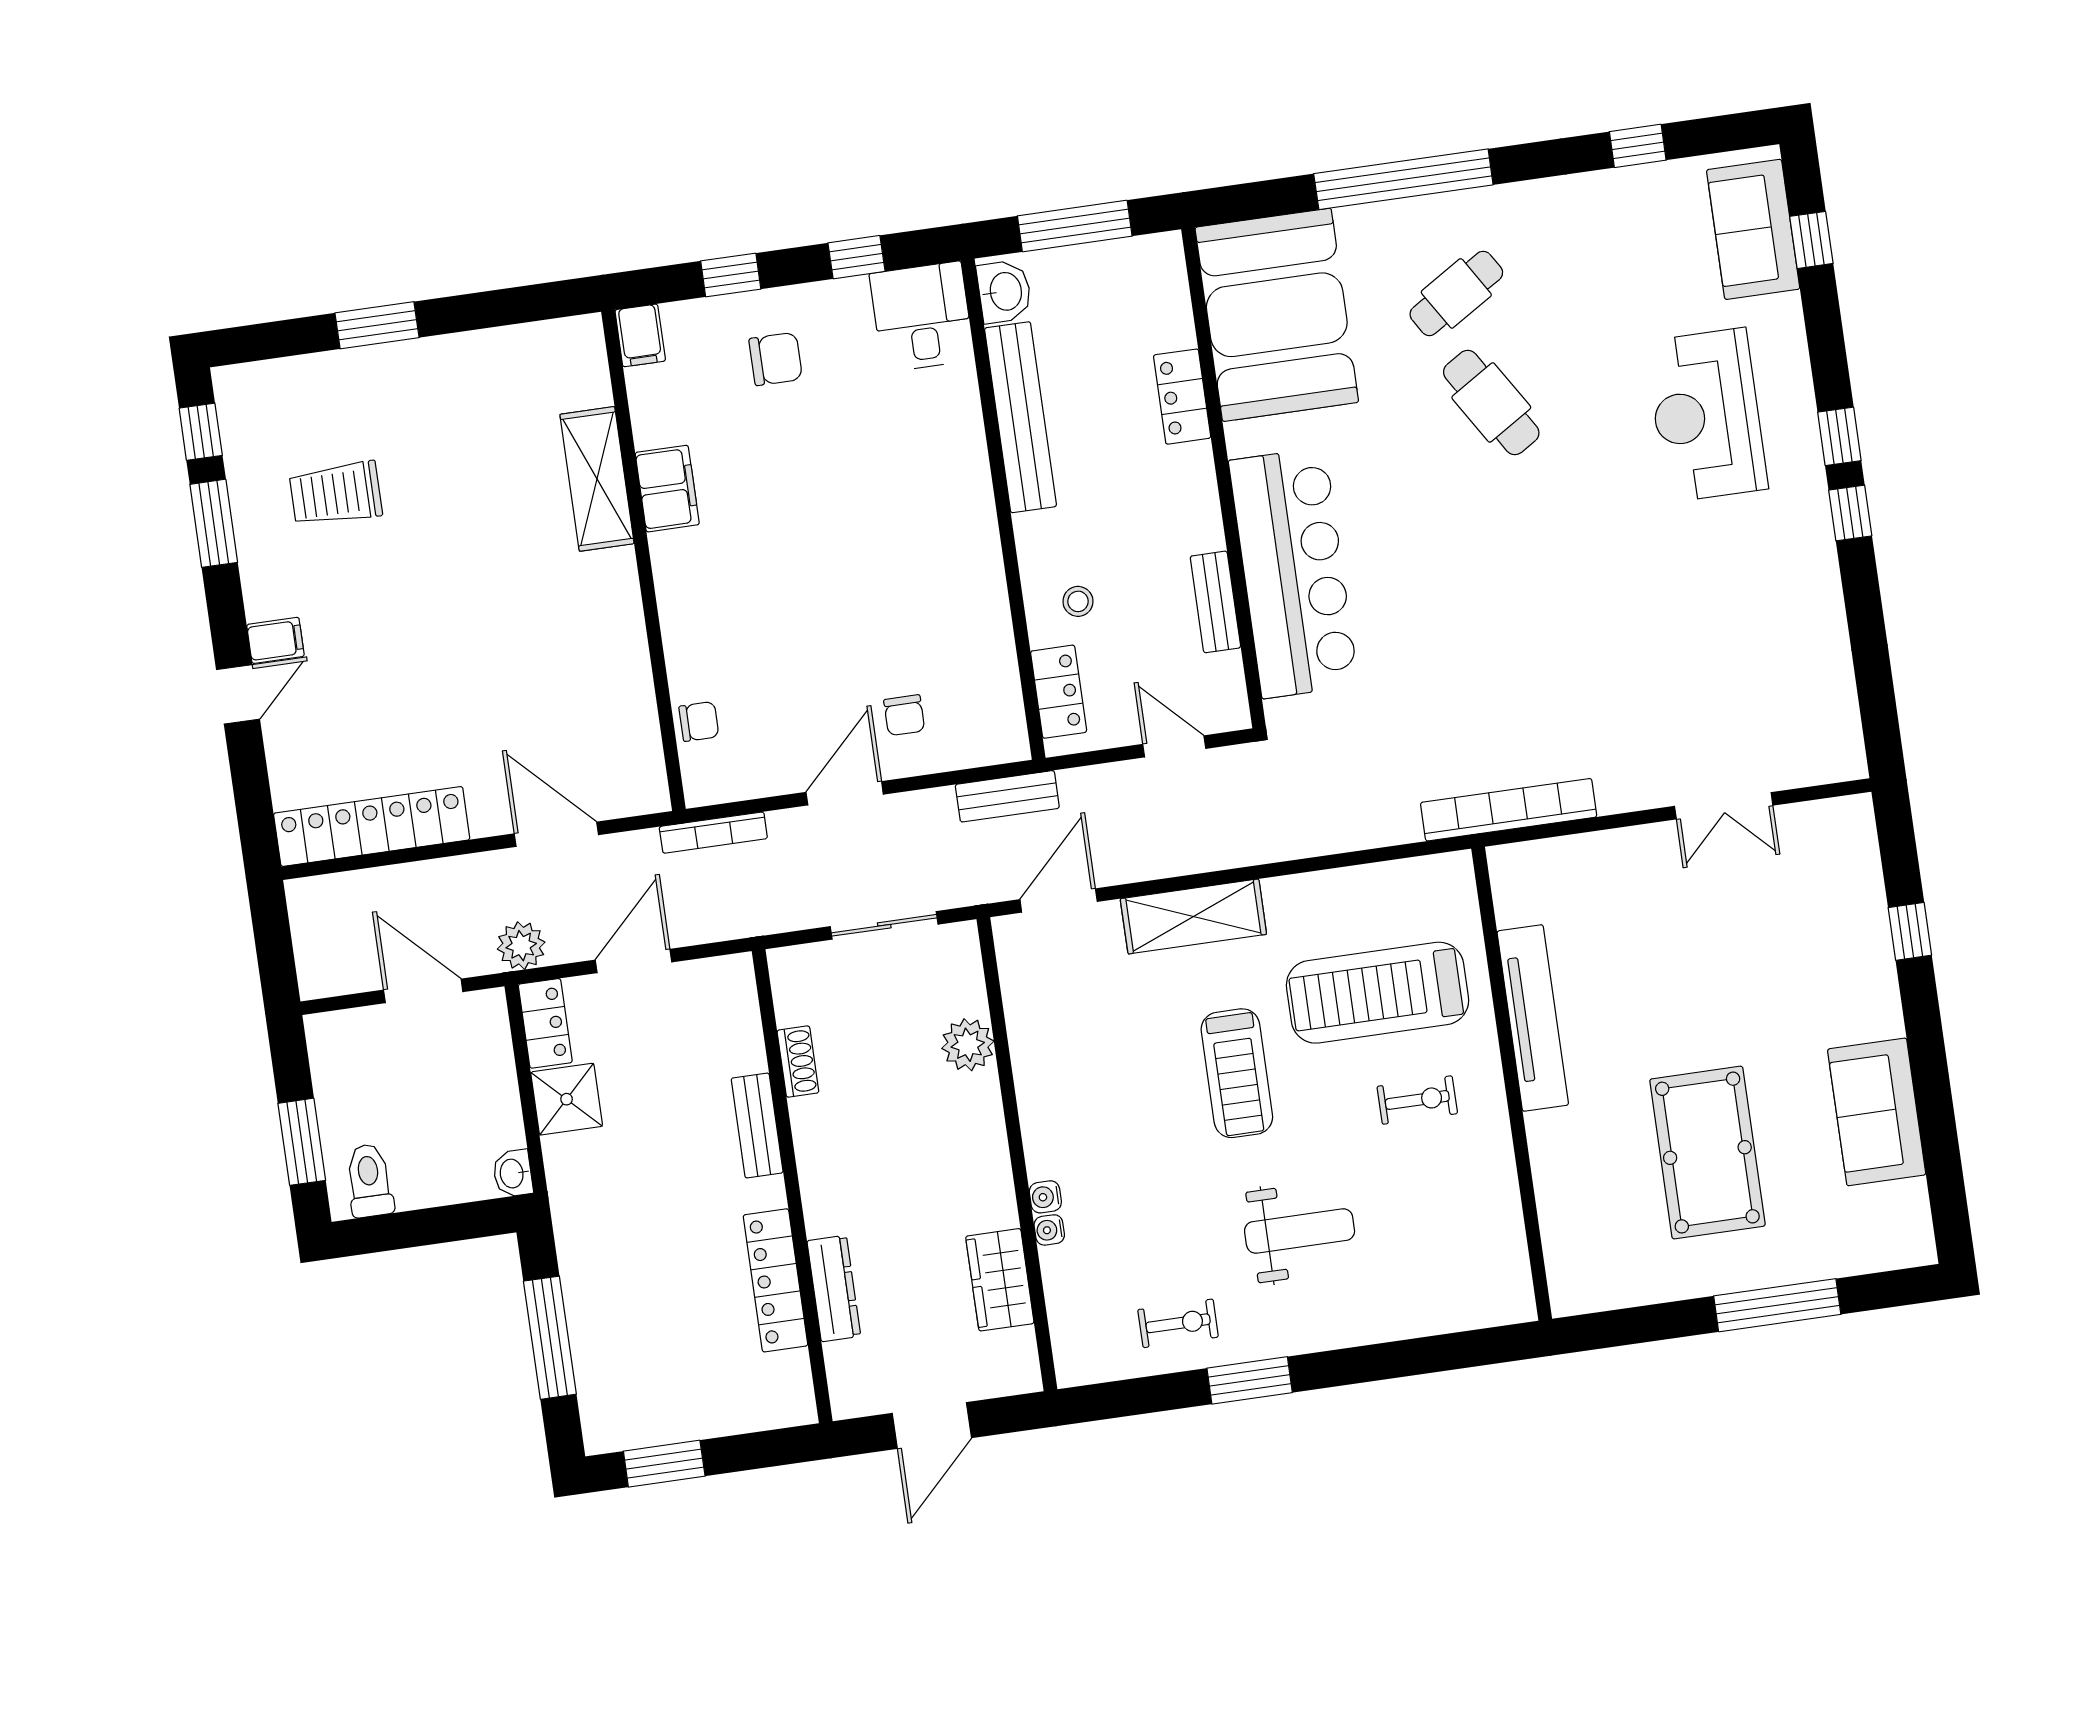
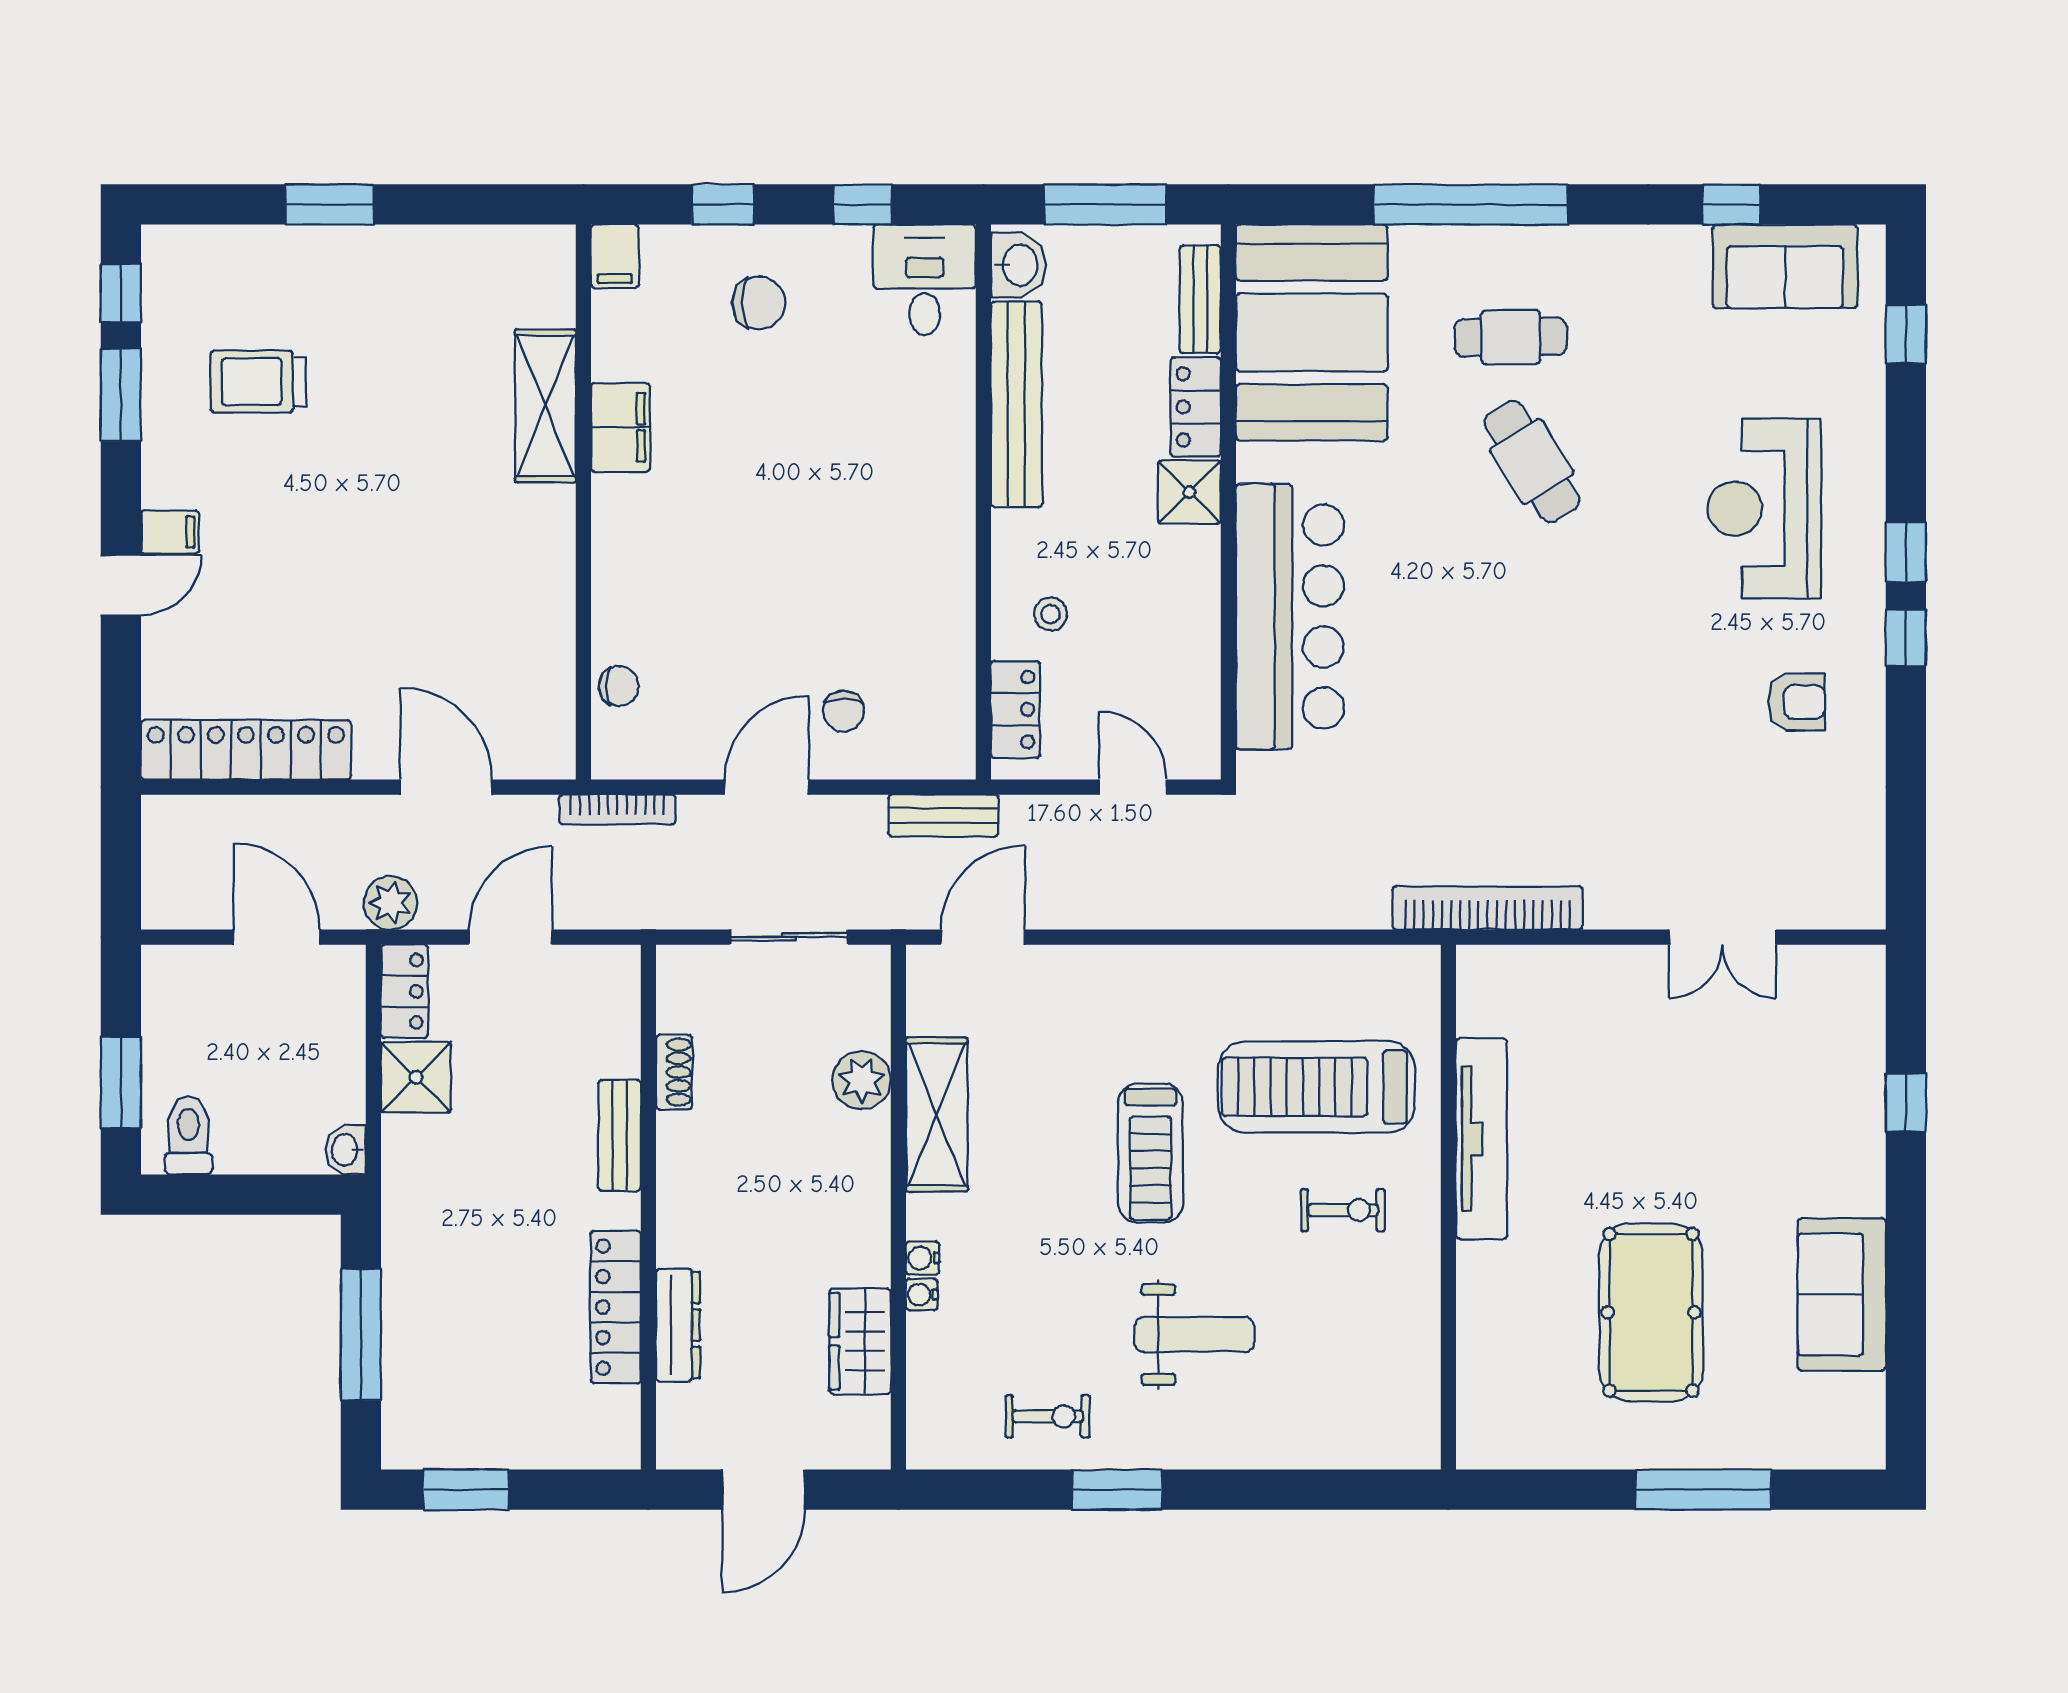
sofa: (1753, 229) -> (1785, 266), moved, turned -90
cafe table: (1456, 293) -> (1511, 337), turned 31
shower: (1187, 474) -> (1189, 492), added
armchair: (1760, 585) -> (1797, 702), added
bench: (1215, 602) -> (1200, 299), moved
shelving: (1193, 916) -> (937, 1114), moved, turned 90

